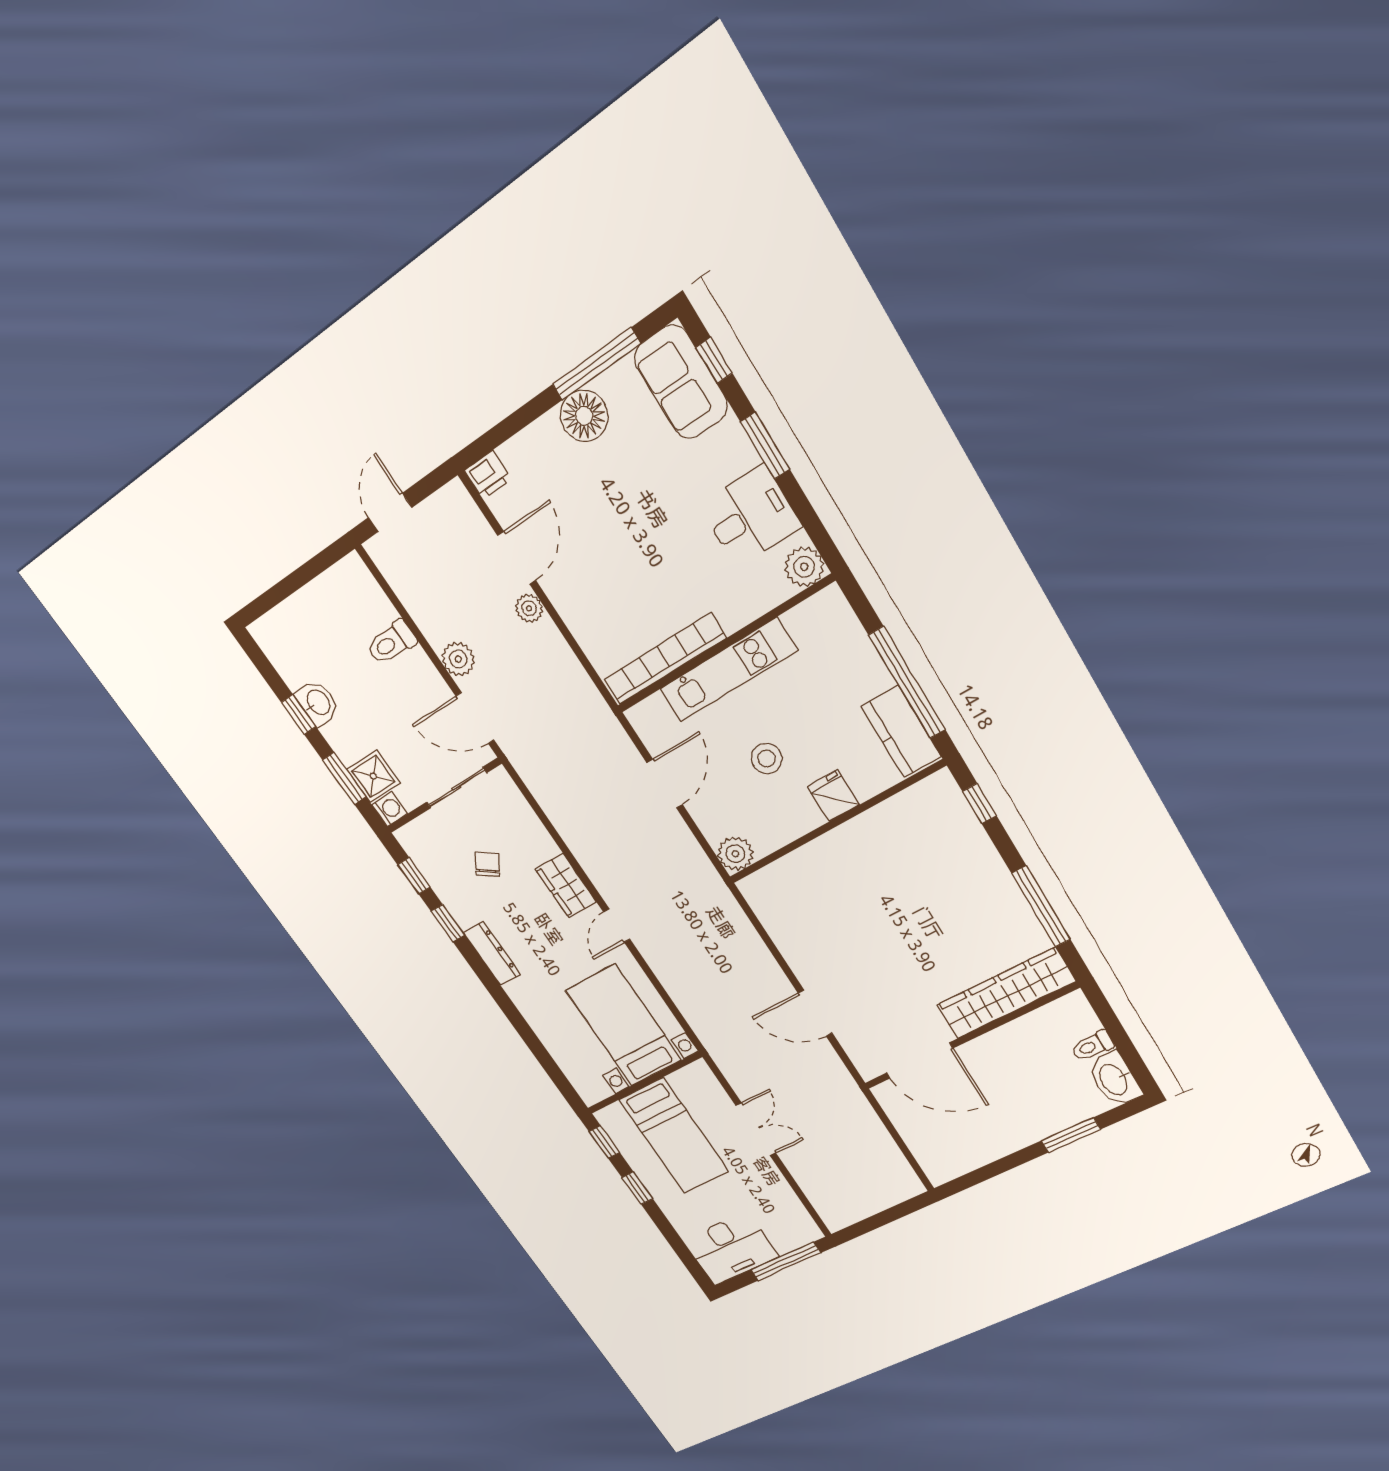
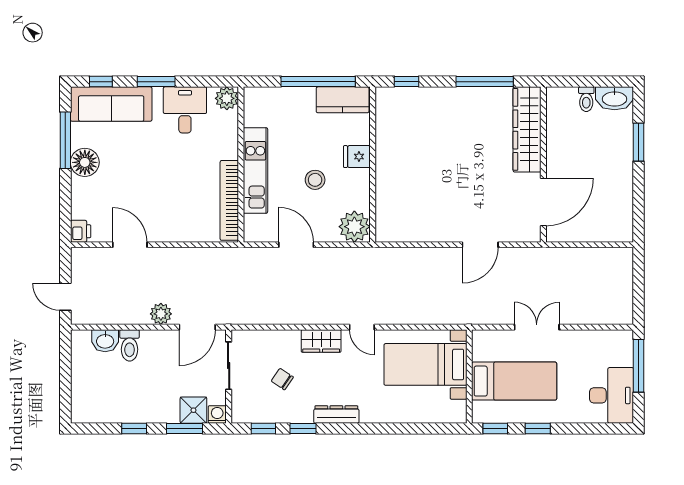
sofa: (681, 382) -> (111, 104), width x1.36
plant: (529, 608) -> (159, 256), removed
washbasin: (318, 703) -> (105, 341), moved, turned 180
plant: (735, 854) -> (354, 227), width x1.36, depth x1.36

